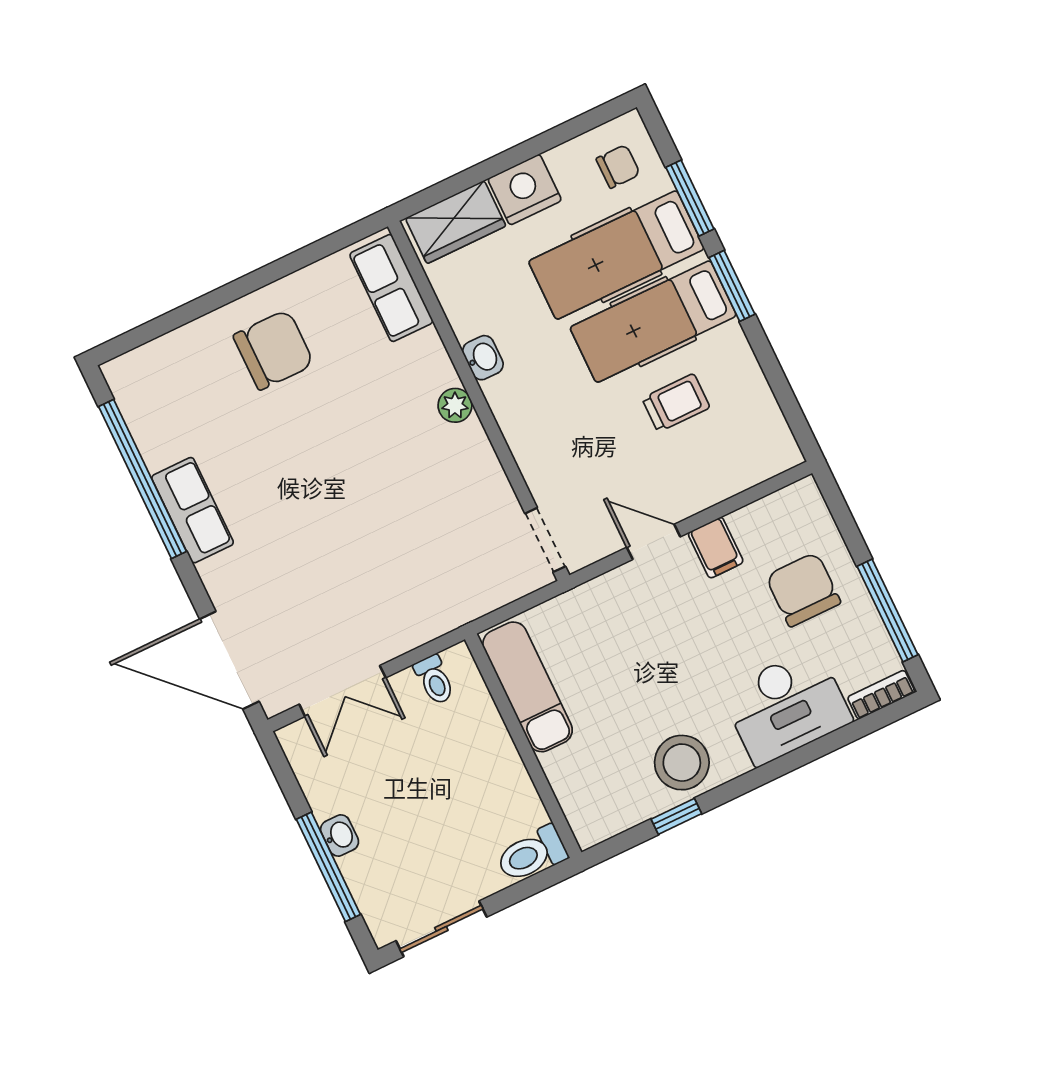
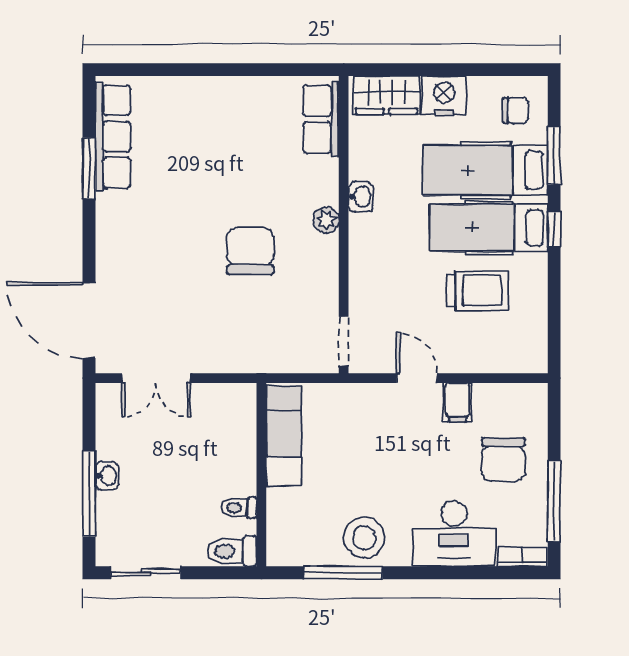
window: (732, 286) -> (554, 229), width x0.67
chair: (274, 350) -> (250, 251), moved, turned -90
trolley: (676, 403) -> (478, 291), width x1.36, depth x1.39
window: (142, 479) -> (89, 168), width x0.47
row of seats: (193, 510) -> (113, 137), moved, width x1.48
chair: (803, 590) -> (503, 459), turned 180
toilet: (434, 680) -> (239, 508), moved, turned 90
window: (676, 816) -> (343, 573), width x2.17

